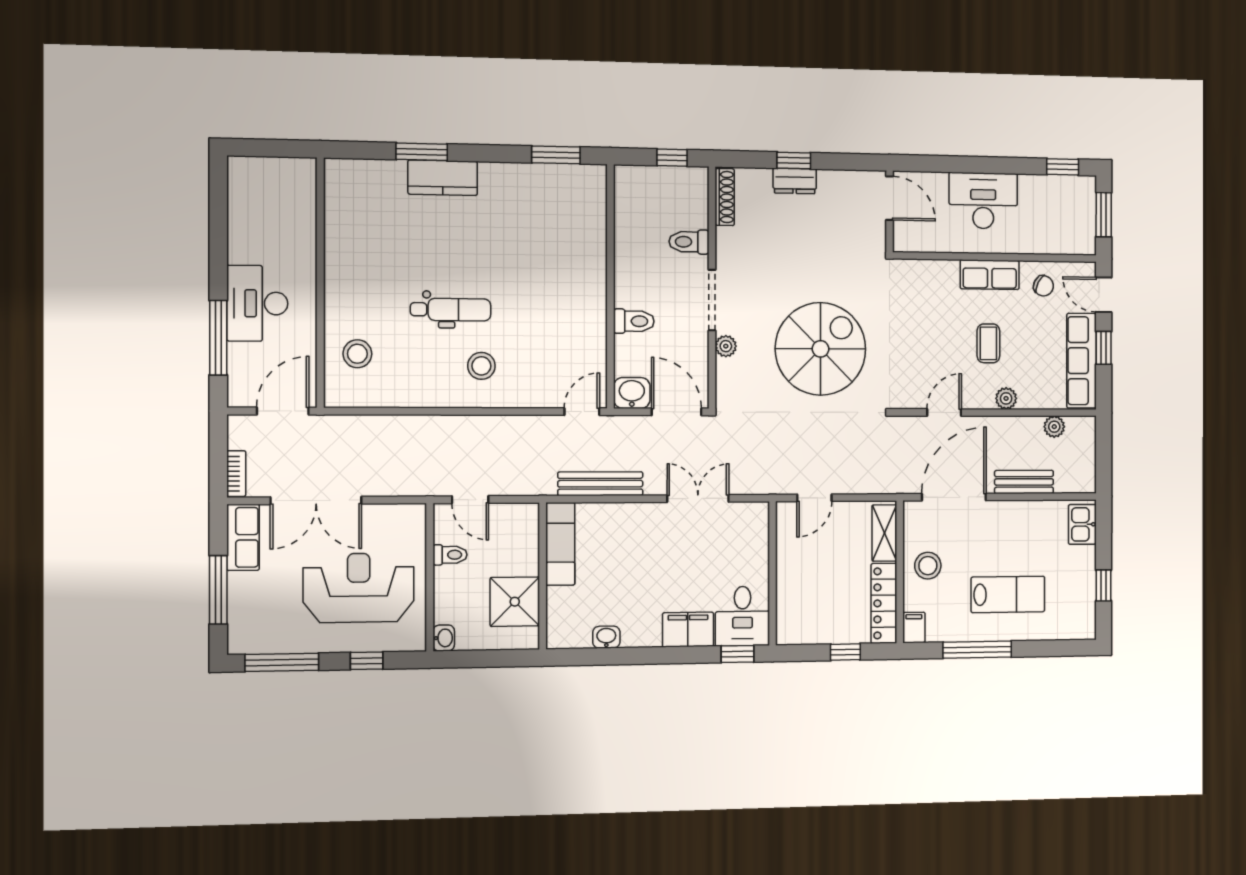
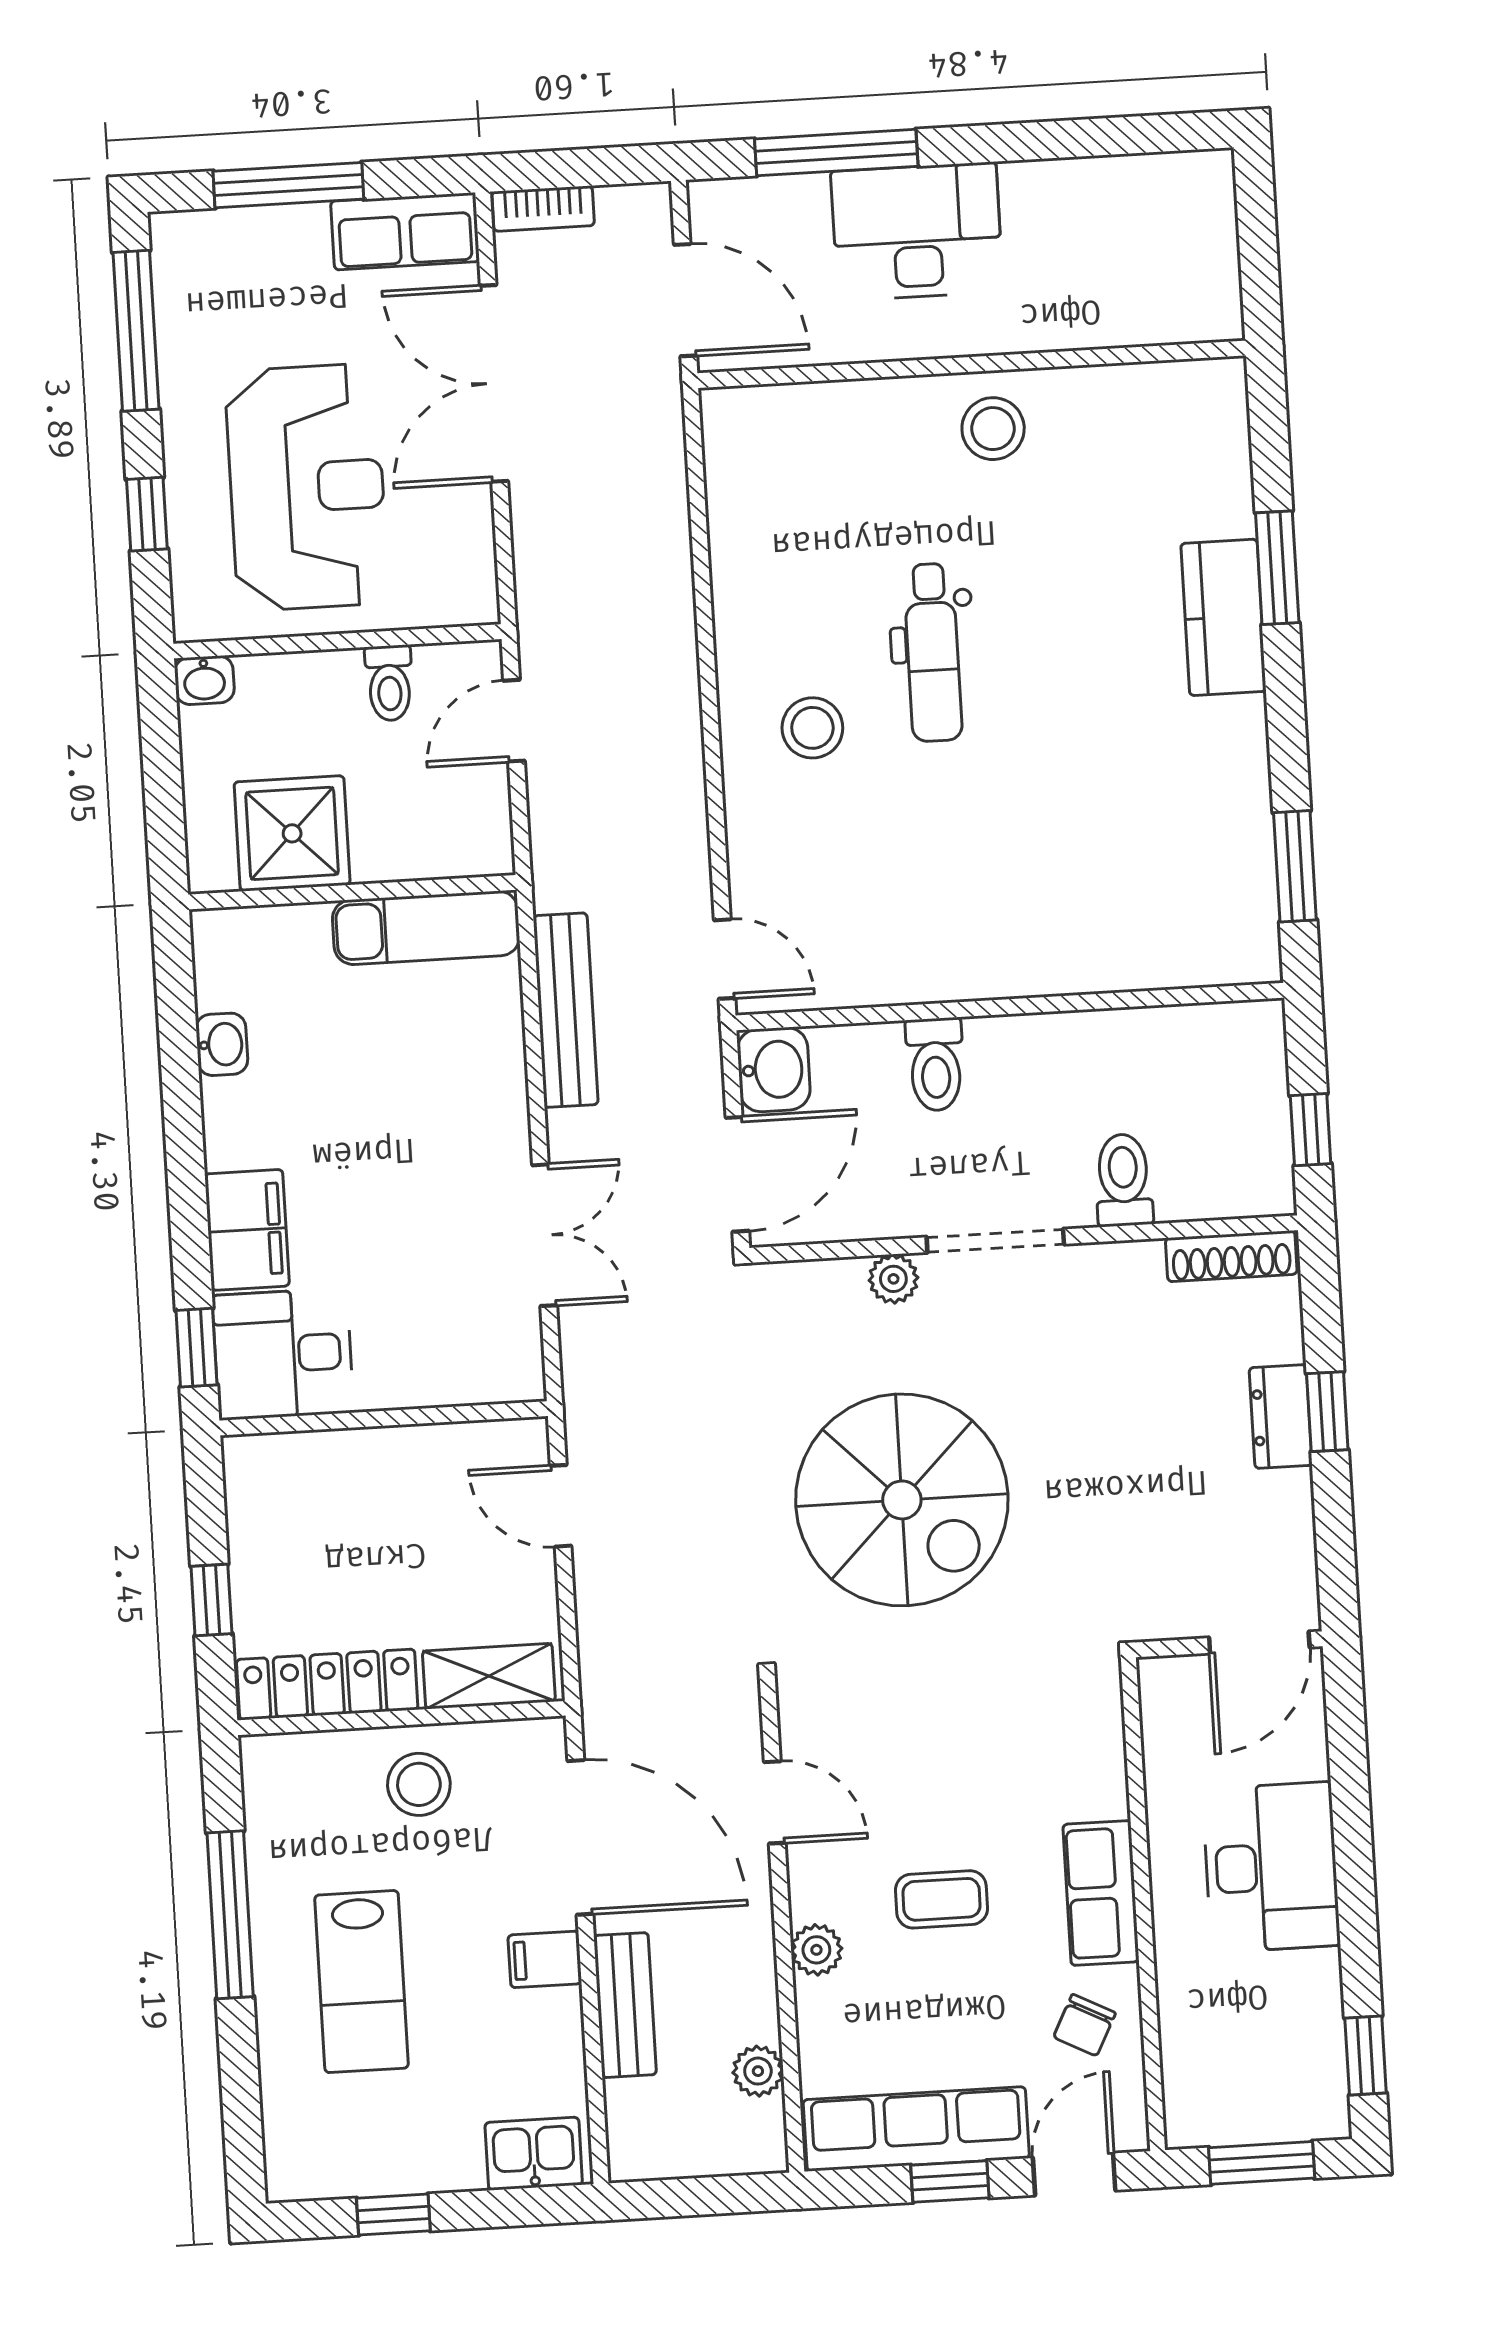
stool: (357, 354) -> (993, 429), moved
filing cabinet: (914, 627) -> (545, 1959), moved, turned 180

